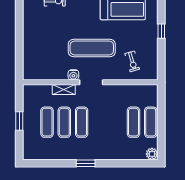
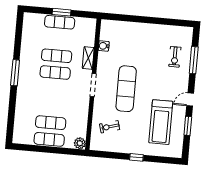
water cooler: (73, 75) -> (104, 46), moved
exercise mat: (47, 122) -> (60, 22), moved
plant: (152, 154) -> (80, 143), moved
window: (86, 163) -> (15, 73), width x1.44

